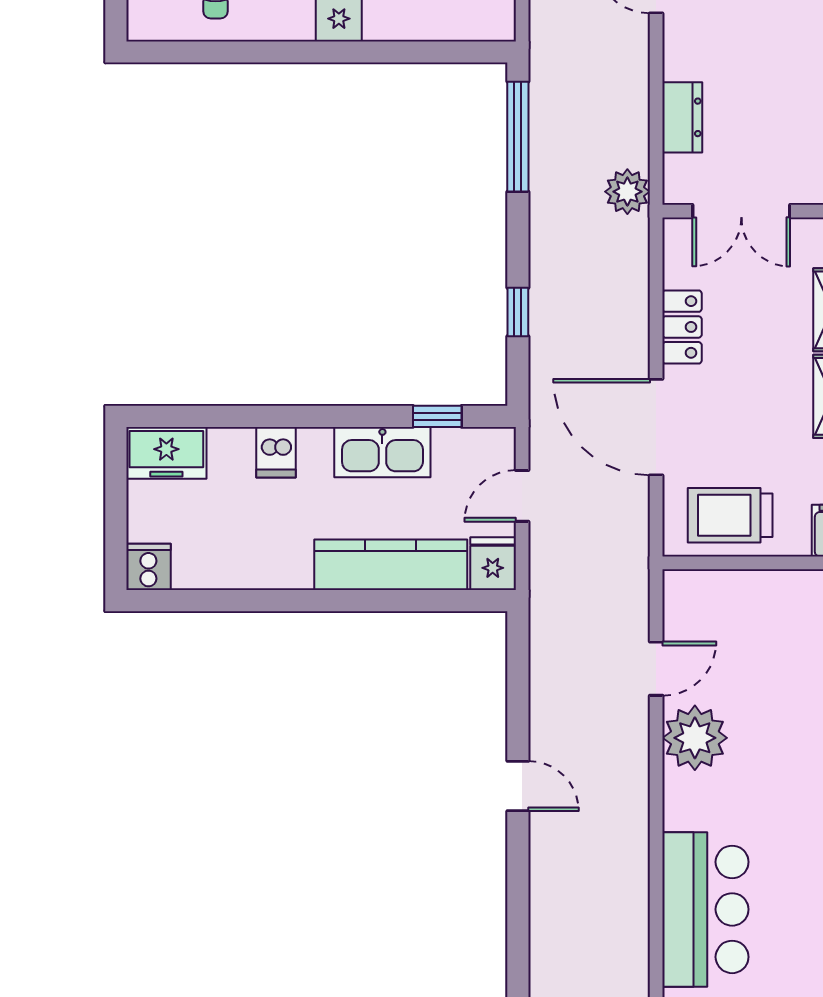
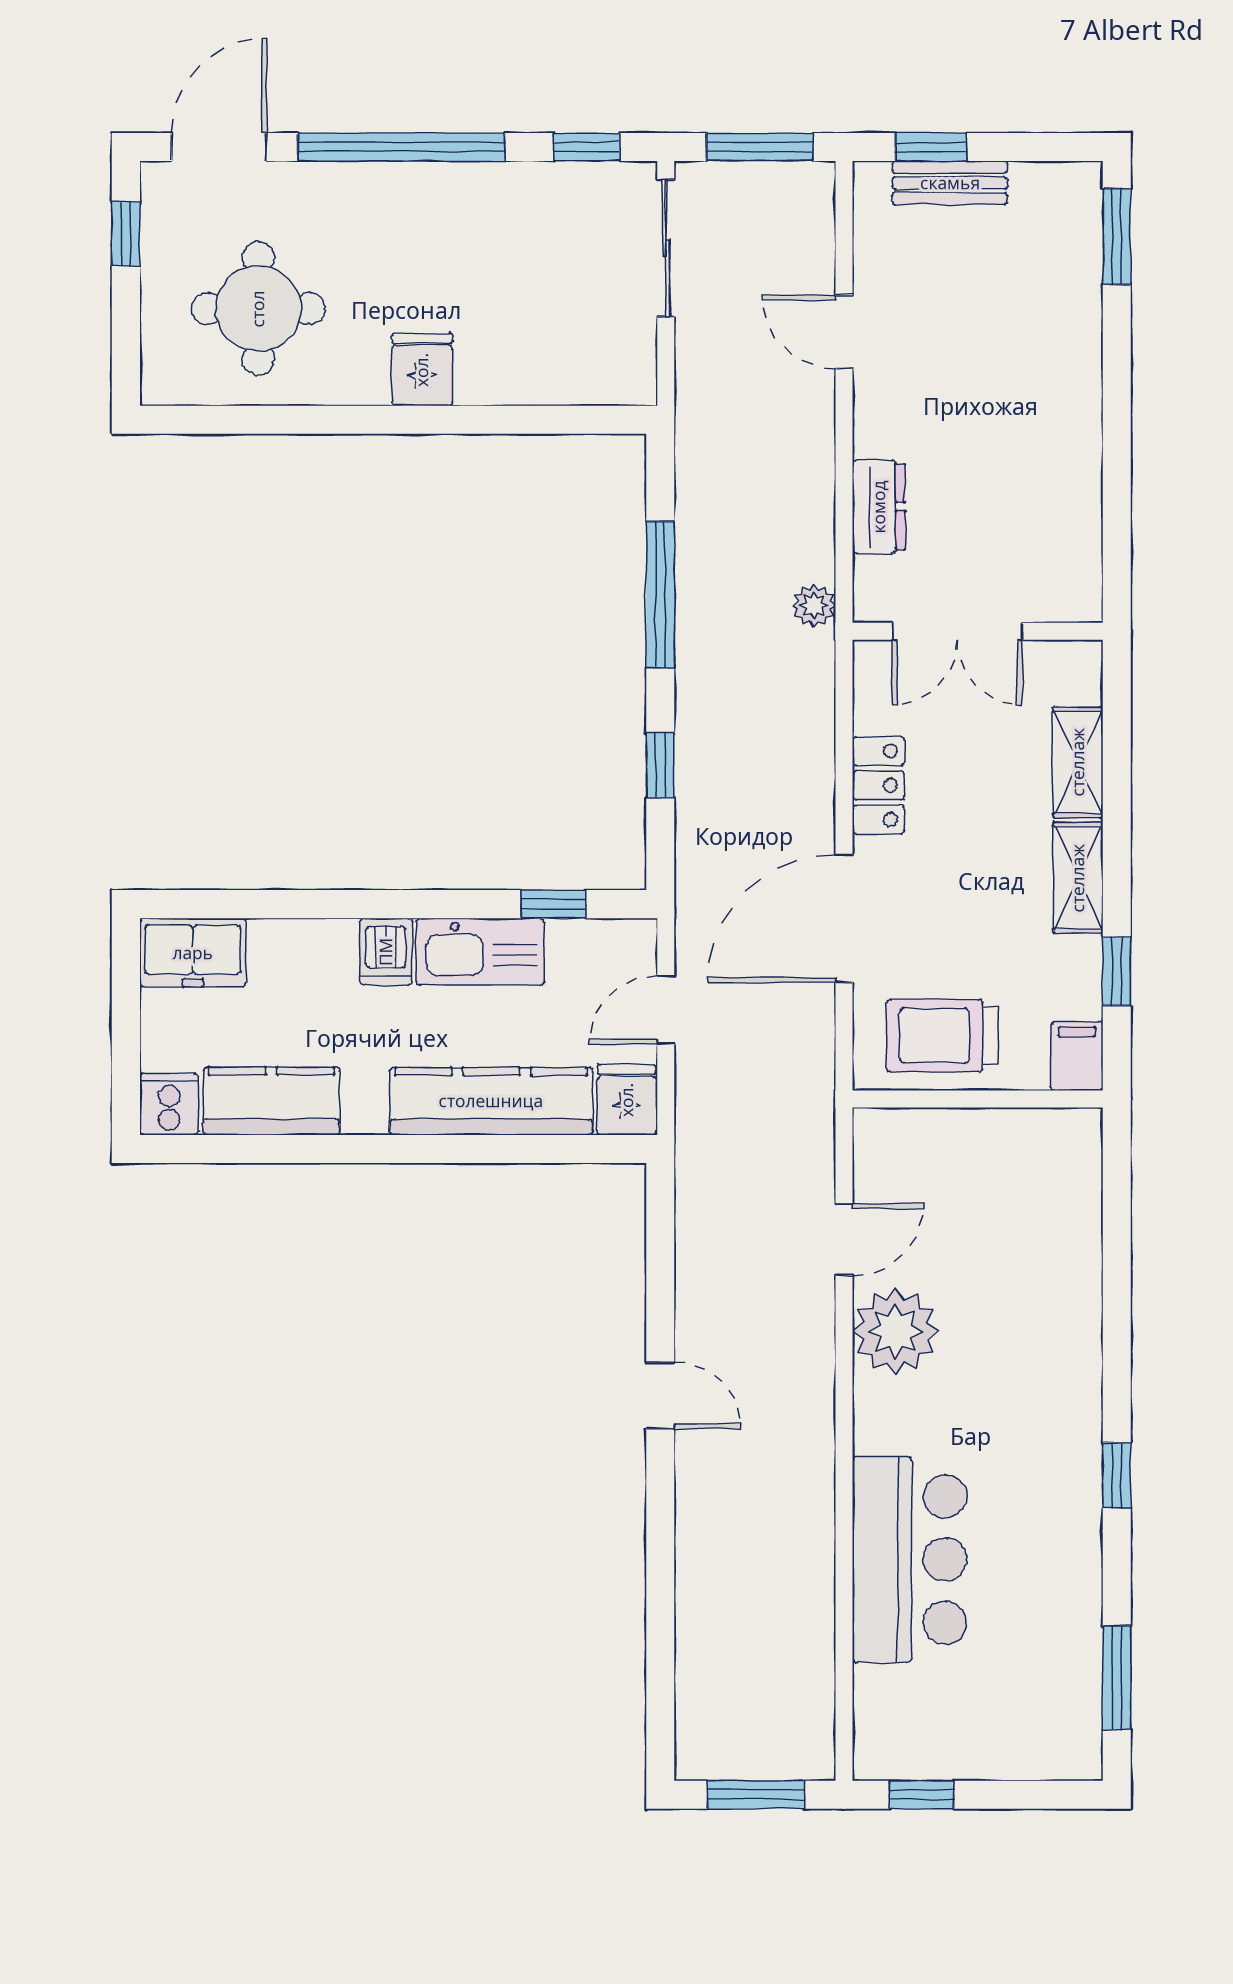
window: (518, 137) -> (660, 595), moved
plant: (627, 192) -> (814, 605), width x0.73, depth x0.73
door: (656, 427) -> (844, 918), hinge flipped
dishwasher: (276, 452) -> (386, 952), moved
kitchen counter: (225, 564) -> (271, 1101), added

